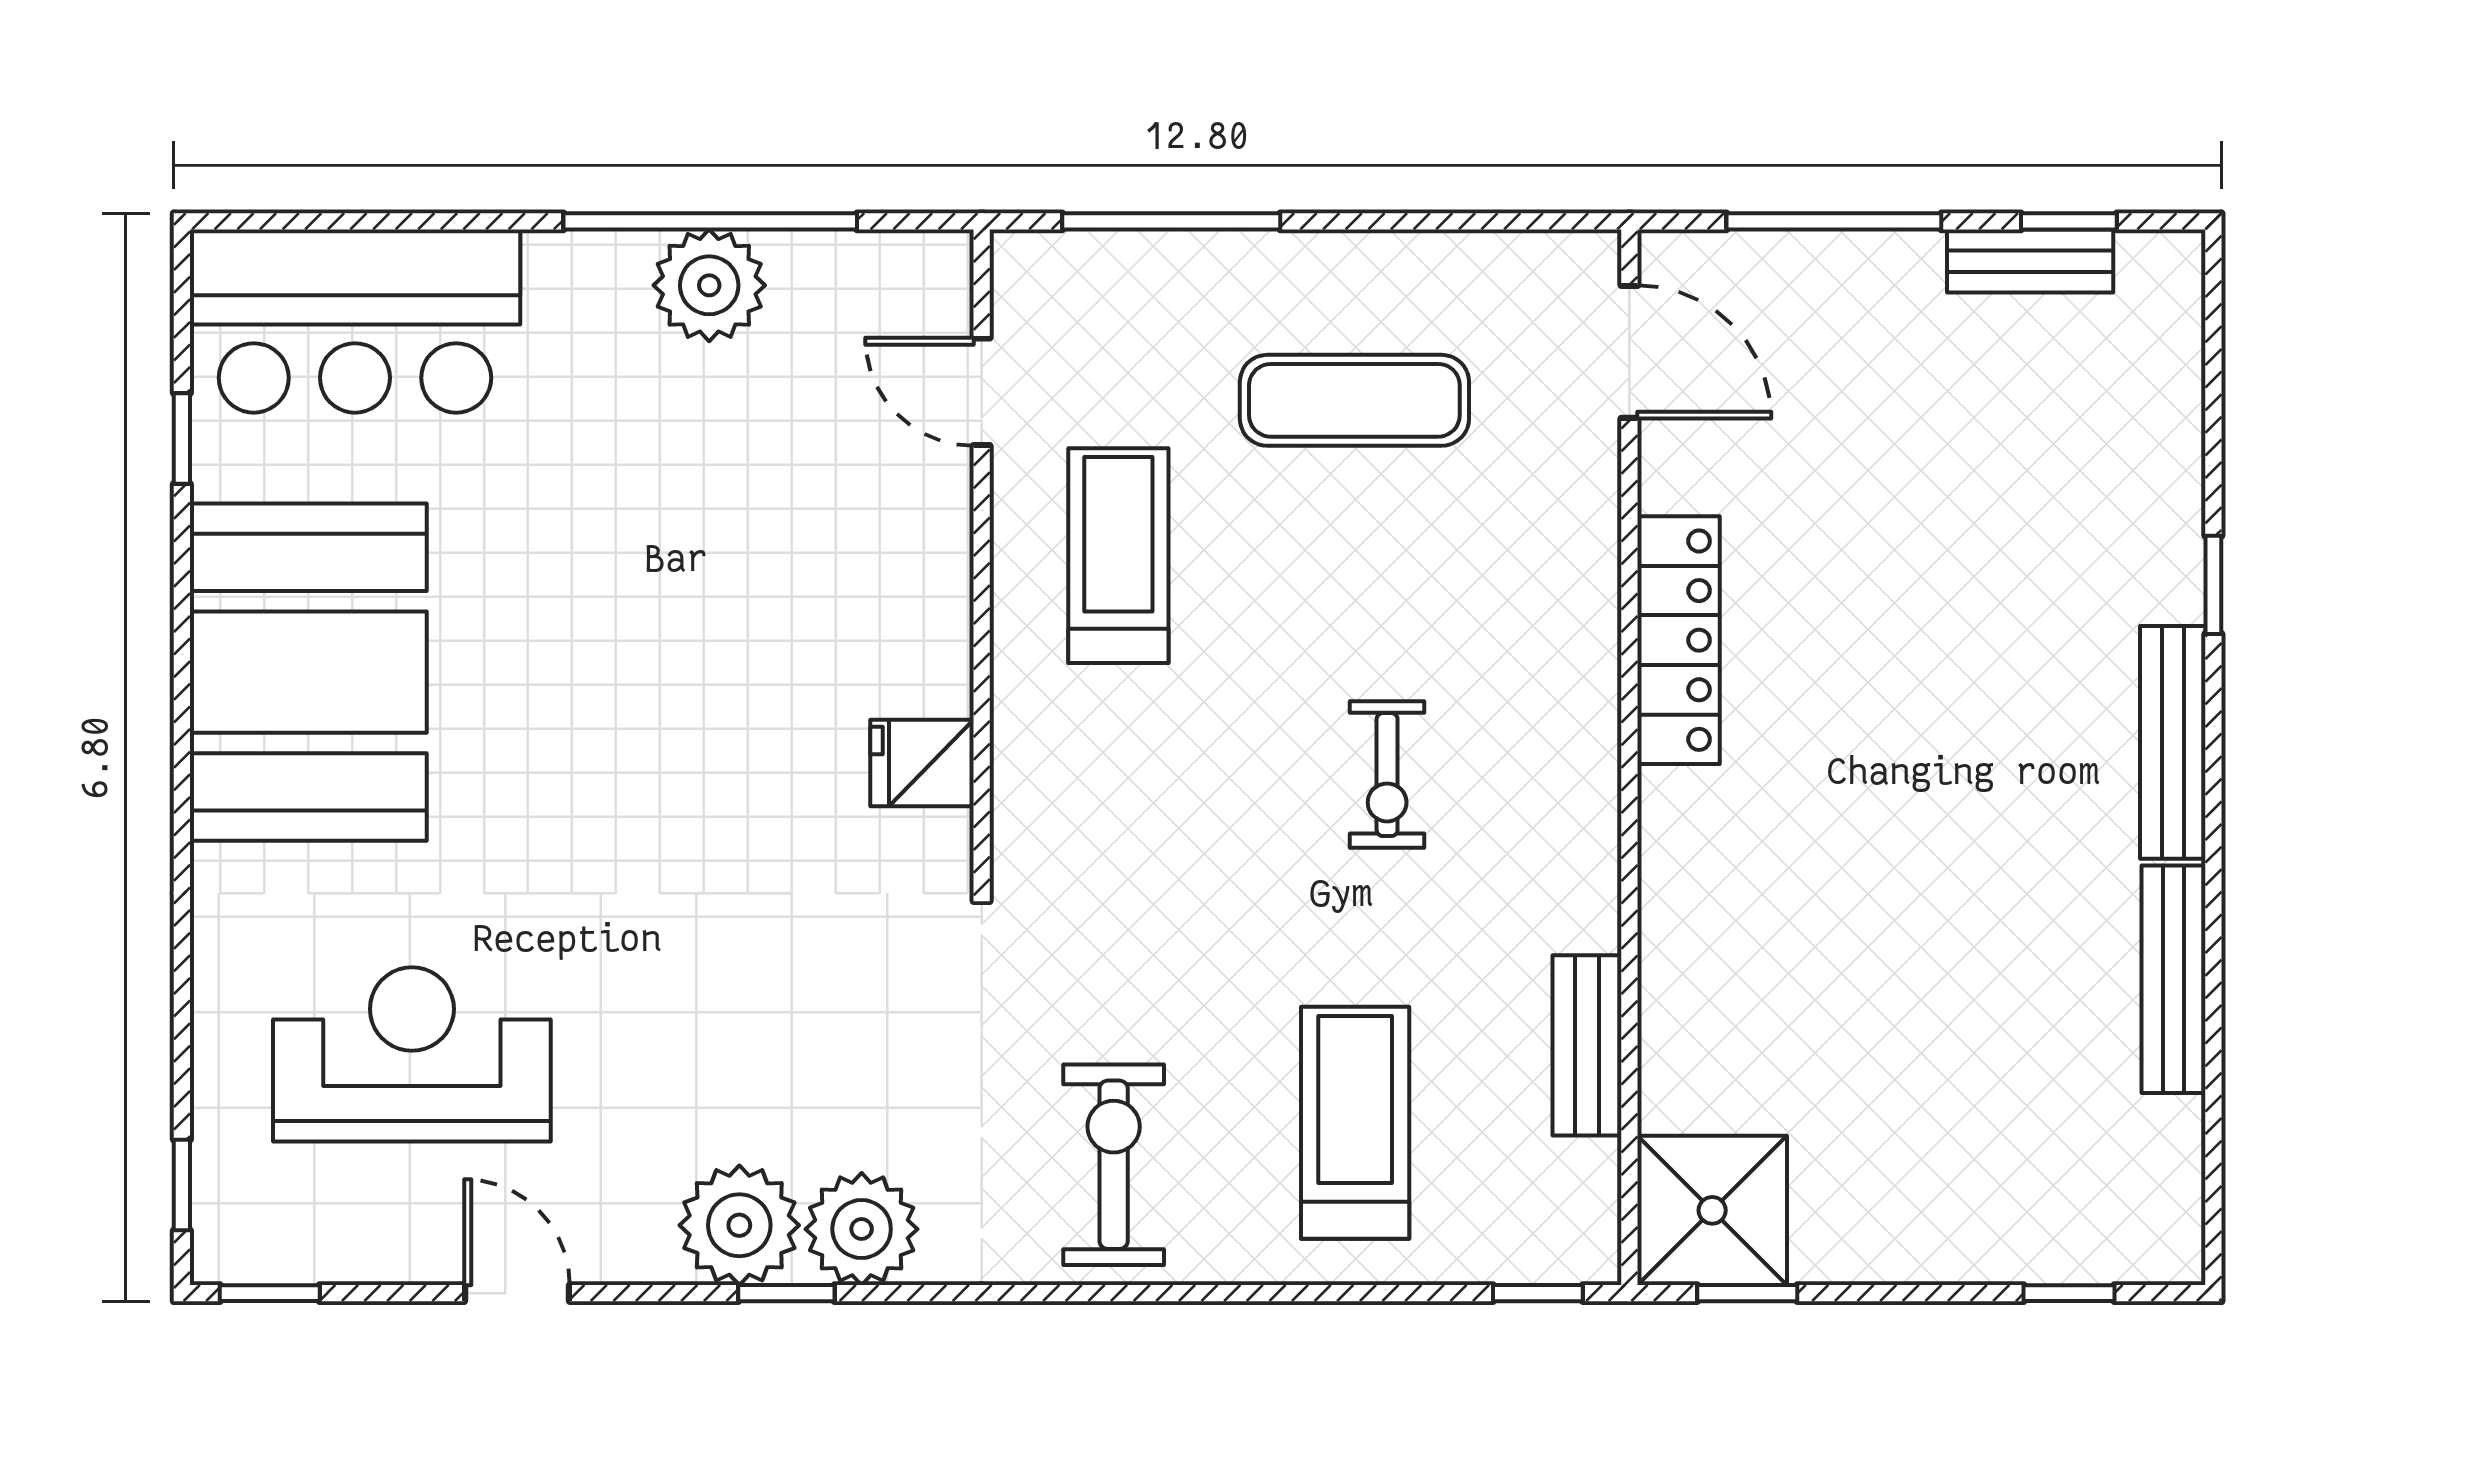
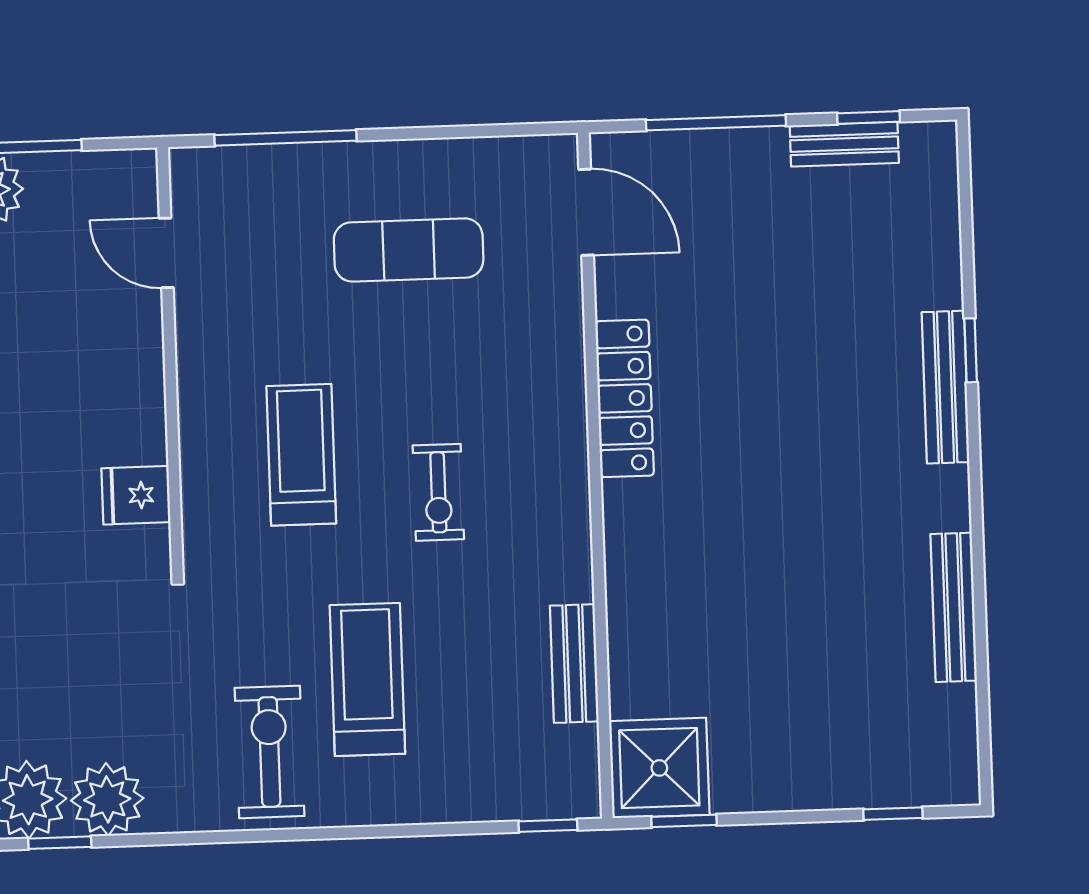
treadmill: (1118, 556) -> (301, 455), moved
bench: (2173, 742) -> (945, 387), moved
treadmill: (1355, 1123) -> (367, 679), moved

